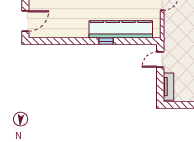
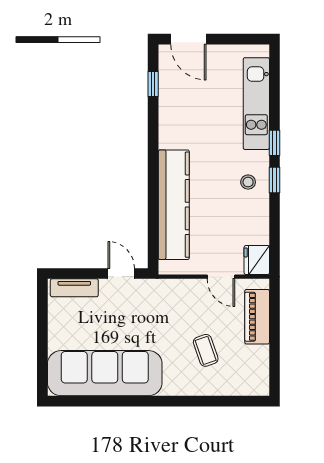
window: (106, 41) -> (153, 84), moved

